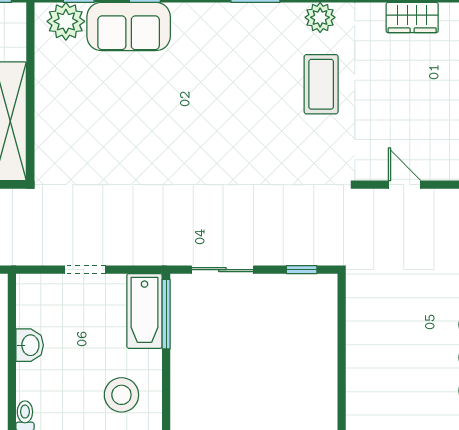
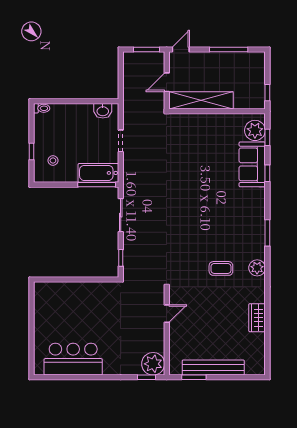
coffee table: (321, 84) -> (221, 268), width x0.73, depth x0.77
washbasin: (30, 345) -> (103, 111), moved
stool: (121, 395) -> (53, 161), width x0.53, depth x0.53

